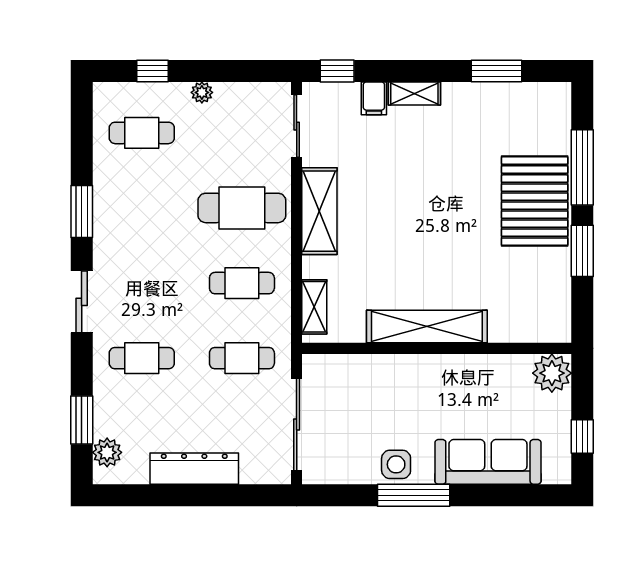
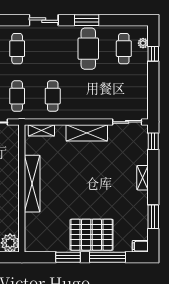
plant: (202, 92) -> (143, 43), moved
filing cabinet: (374, 98) -> (140, 246), moved
cafe table: (242, 208) -> (88, 49), moved

